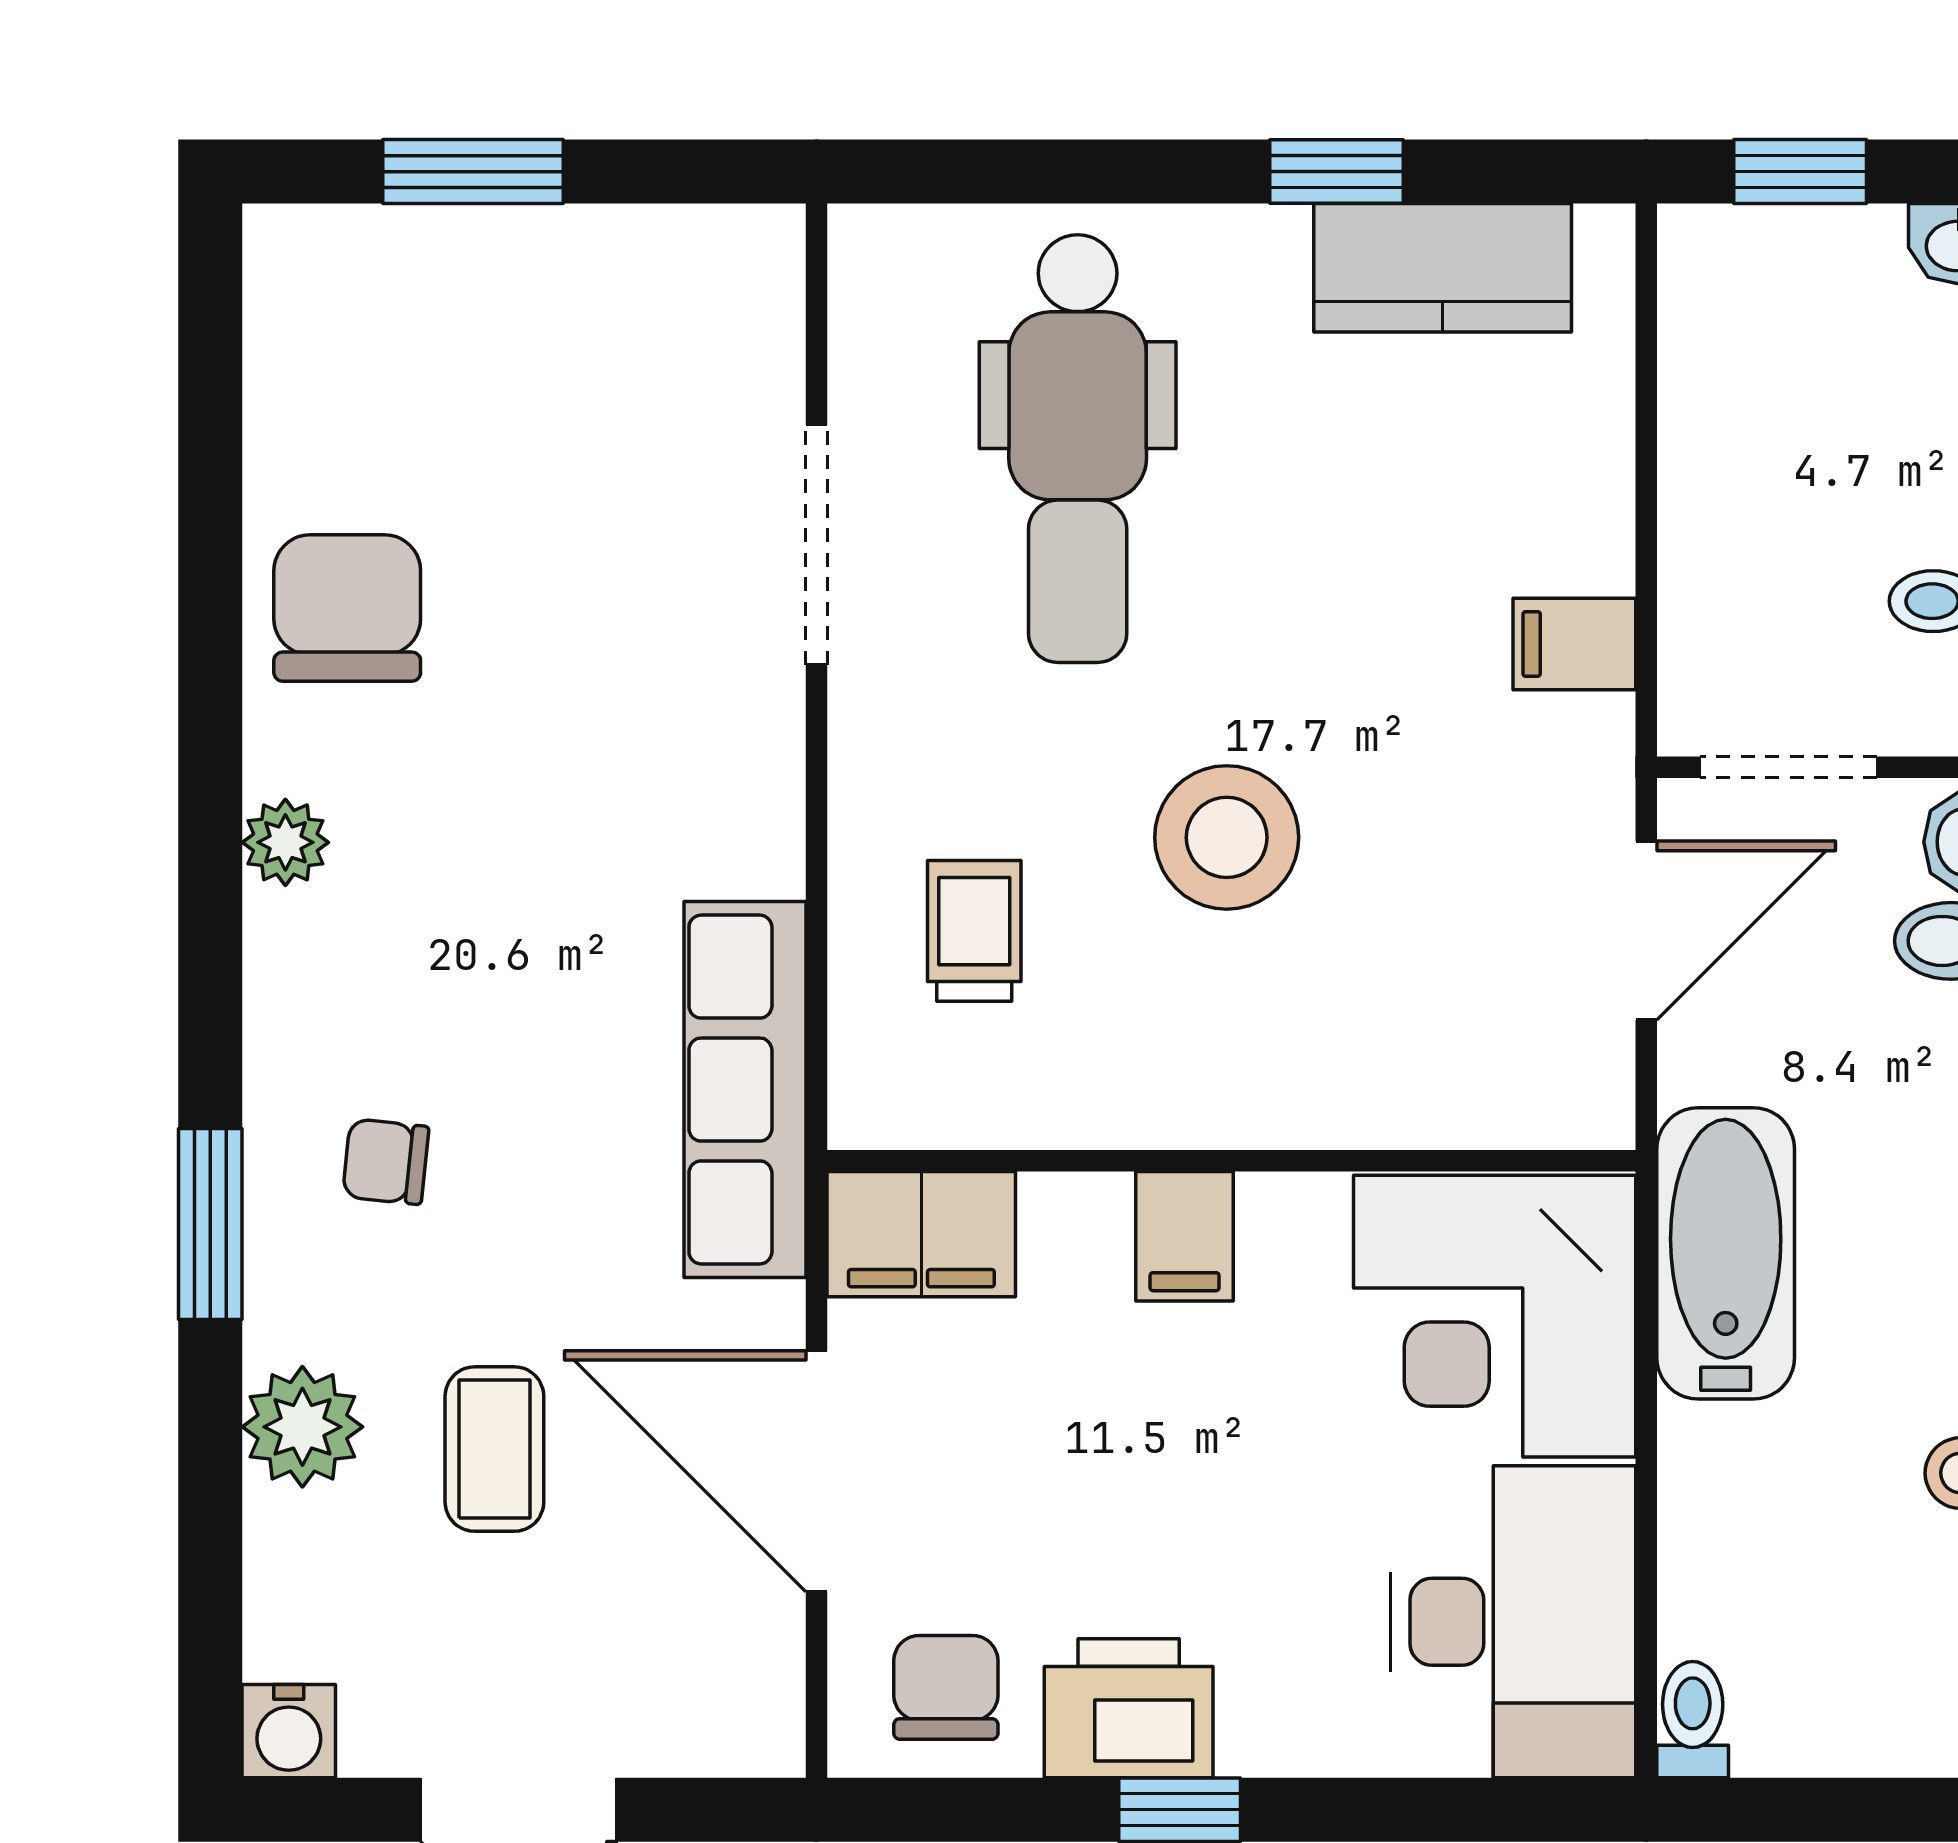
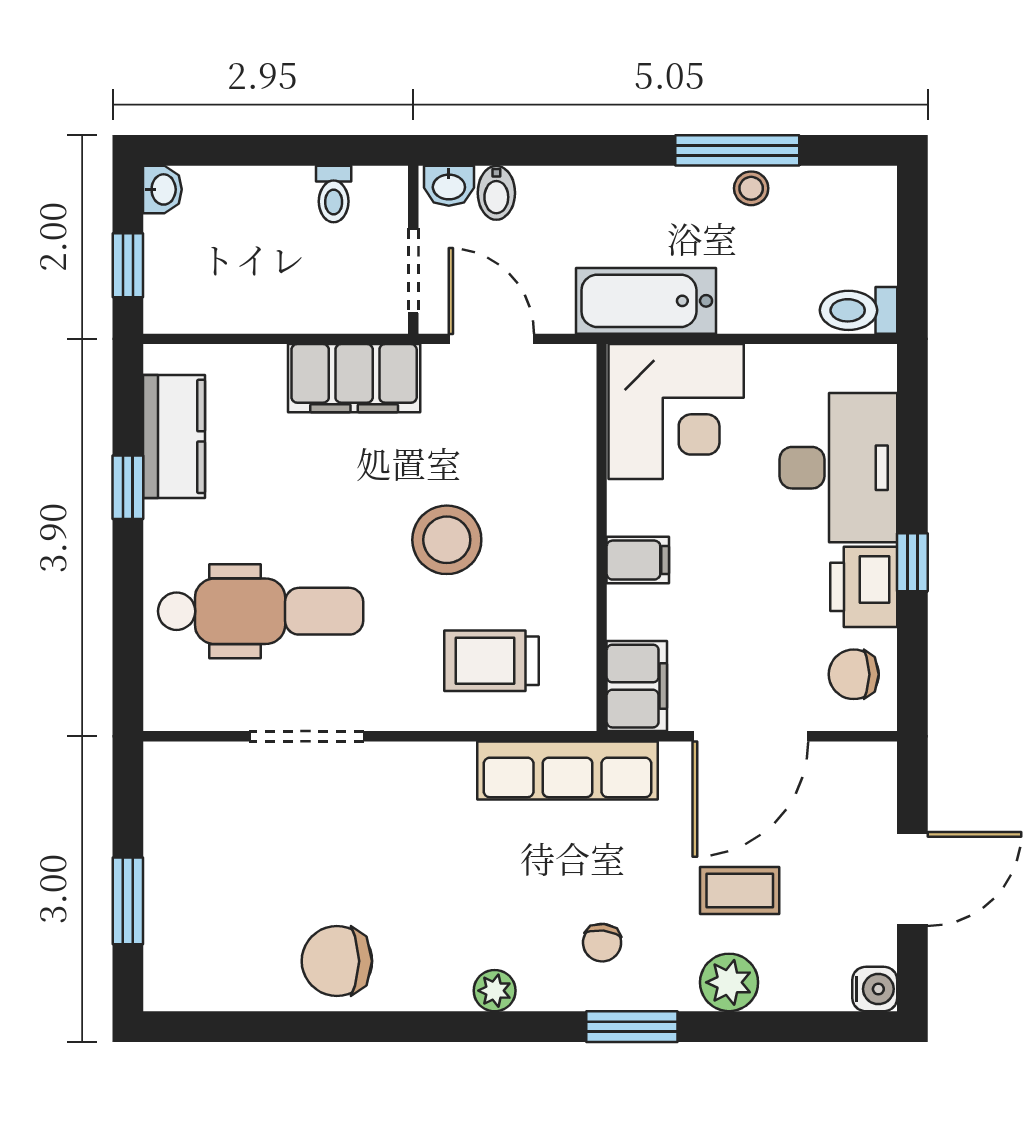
filing cabinet: (1574, 644) -> (354, 378), width x3.00, depth x1.17
plant: (285, 842) -> (495, 991), moved
trolley: (974, 931) -> (492, 661), width x1.36, depth x1.39
desk: (1513, 1622) -> (838, 468), moved, turned 90
toilet: (1693, 1720) -> (859, 310), width x1.37, depth x1.39

